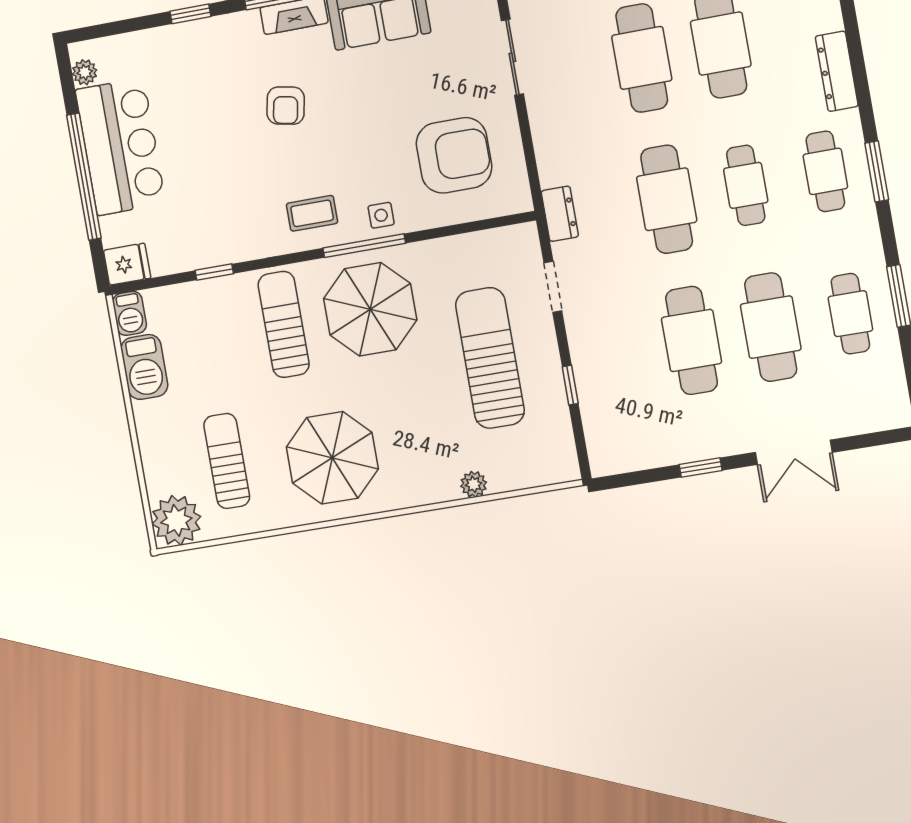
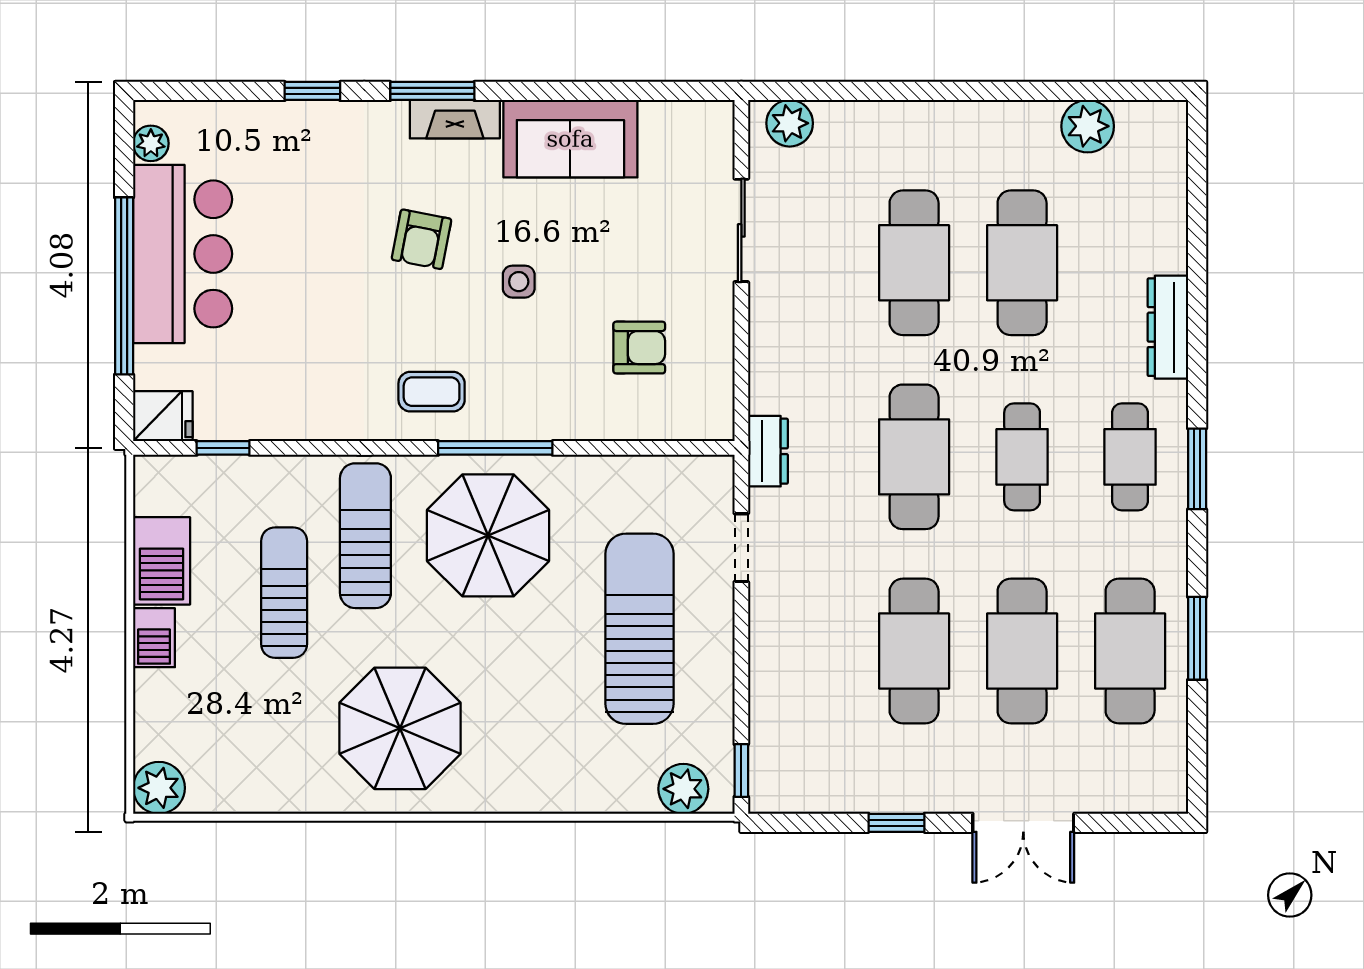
armchair: (454, 155) -> (639, 348), width x0.53, depth x0.53
side table: (381, 215) -> (519, 282), moved
window: (214, 272) -> (223, 448), moved
barbecue: (129, 313) -> (154, 638), moved
cafe table: (850, 314) -> (1130, 651), width x1.37, depth x1.35
window: (570, 385) -> (741, 771), moved
sun lounger: (227, 461) -> (284, 593), moved
plant: (474, 484) -> (683, 789), moved, width x1.38, depth x1.38
plant: (176, 520) -> (159, 788), width x0.73, depth x0.73

